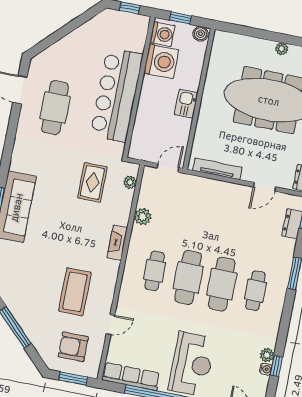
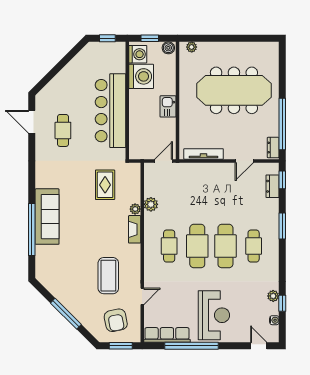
plant: (282, 49) -> (192, 47), moved
cafe table: (55, 108) -> (63, 130), width x0.73, depth x0.74
plant: (130, 182) -> (135, 209), moved
armchair: (73, 347) -> (116, 320), turned -101
water cooler: (266, 369) -> (274, 320), moved

